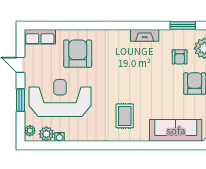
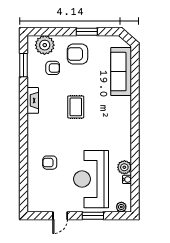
row of seats: (40, 37) -> (34, 198), removed
armchair: (78, 54) -> (50, 163), width x0.53, depth x0.53
rug: (125, 116) -> (76, 107), moved, turned 90
plant: (46, 134) -> (124, 167), moved

